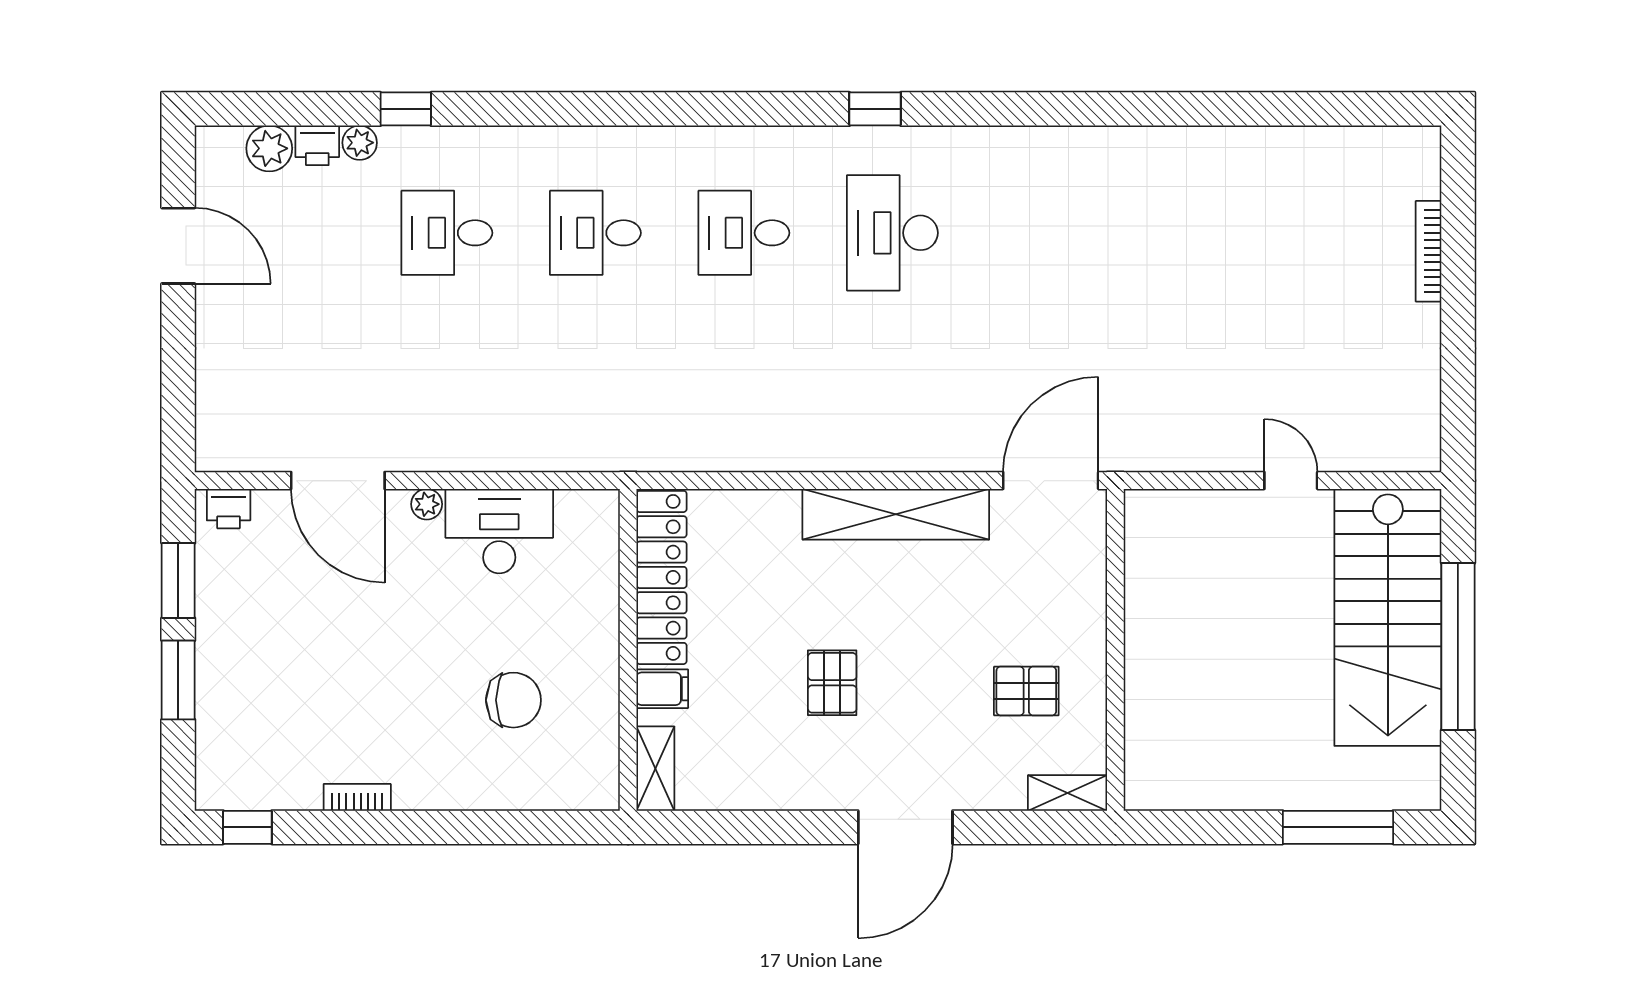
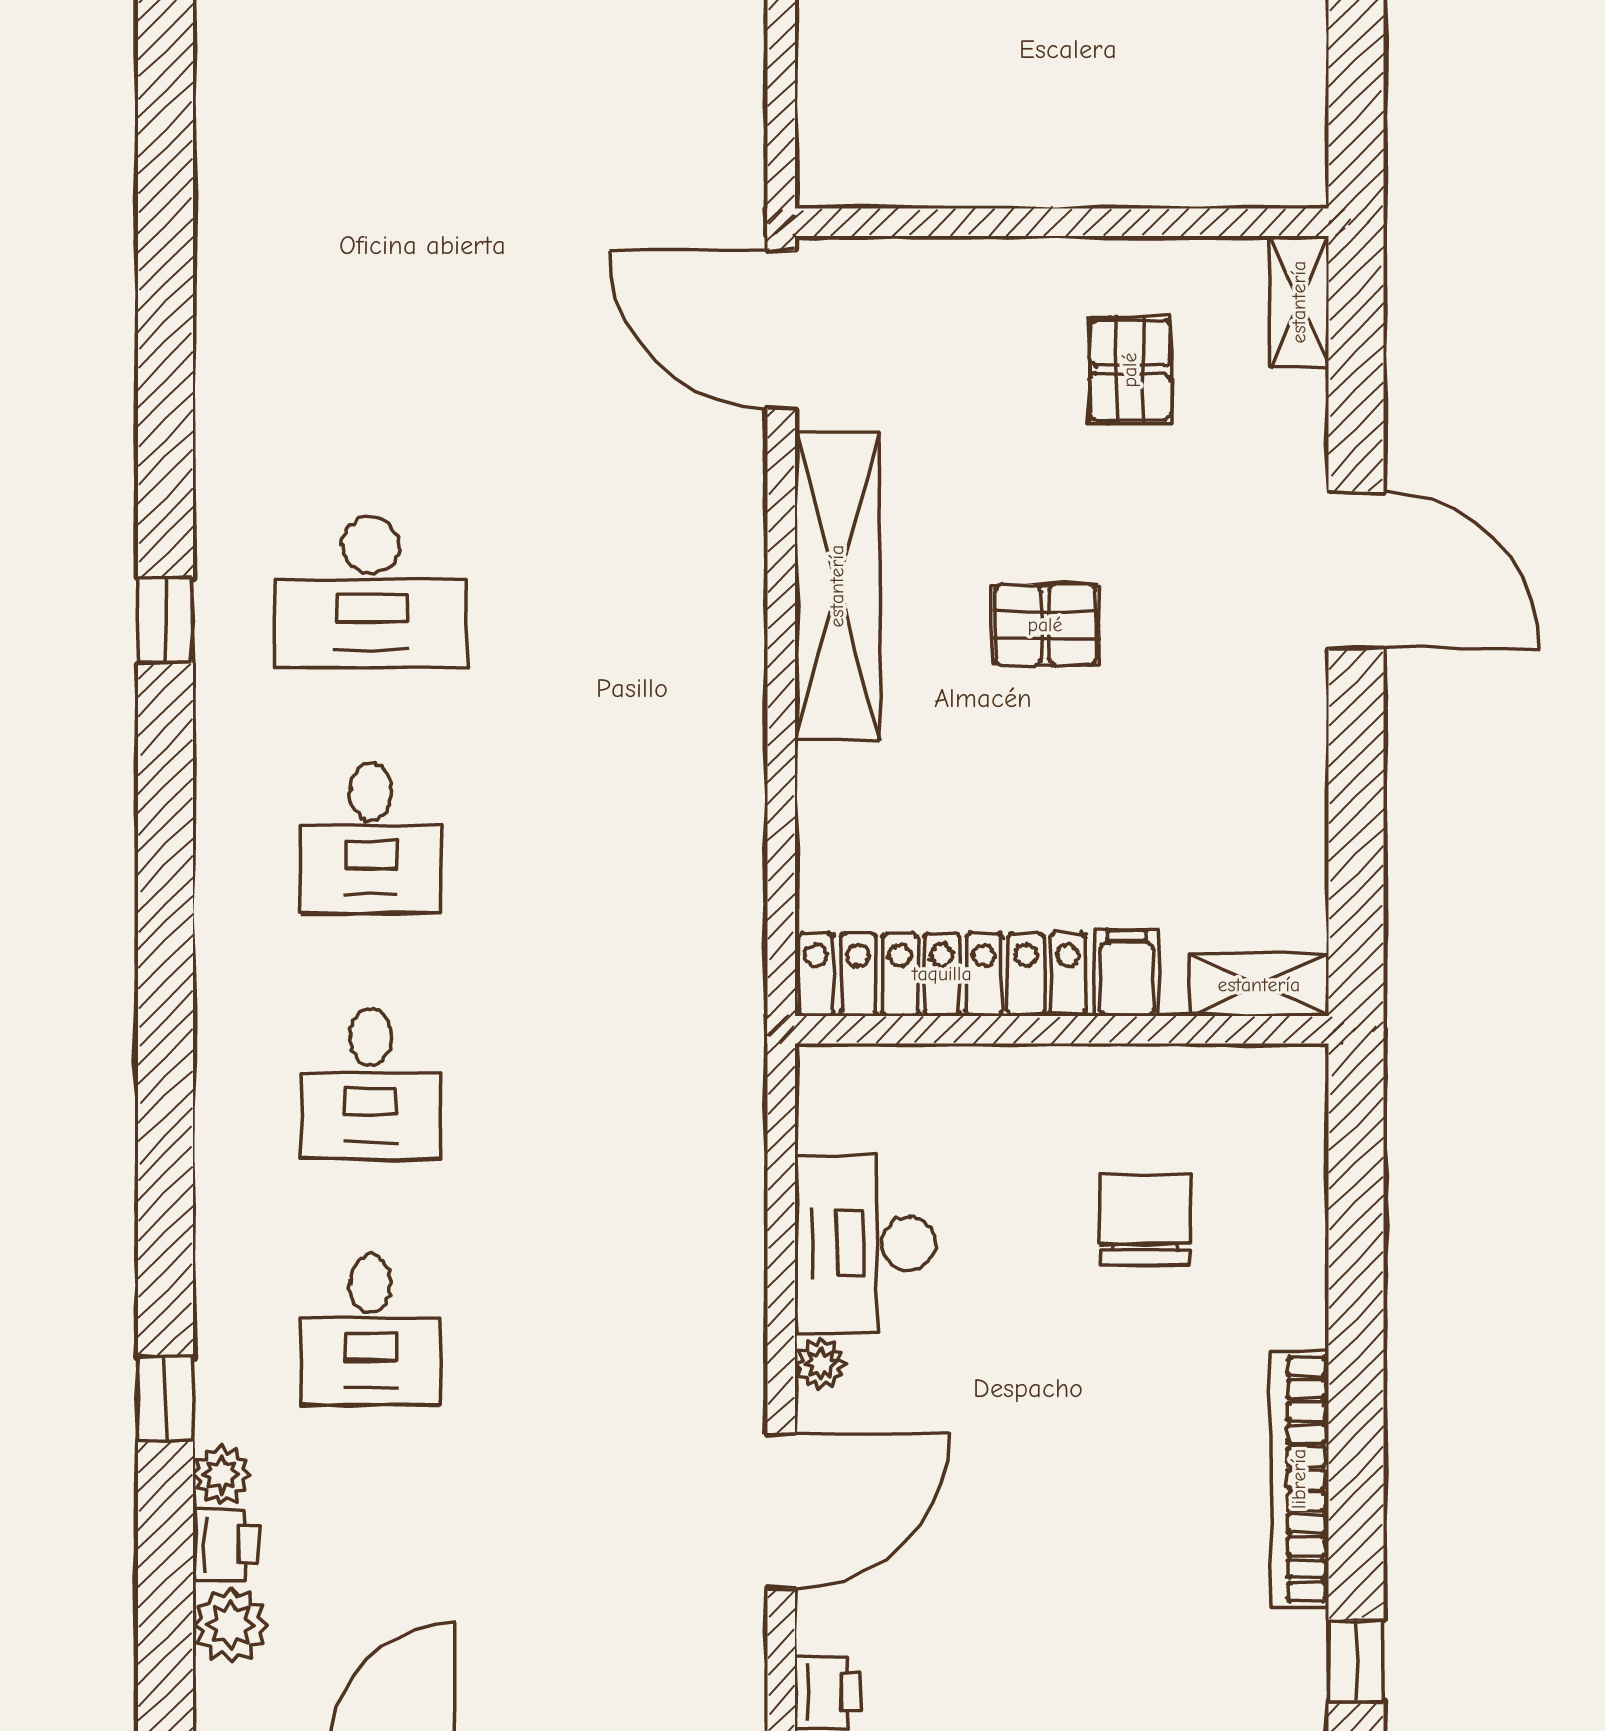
pallet: (832, 683) -> (1045, 625), moved
bookcase: (357, 797) -> (1299, 1479), width x2.31, depth x1.31

